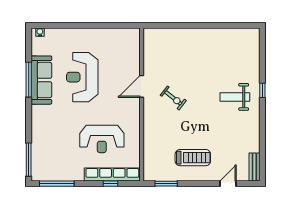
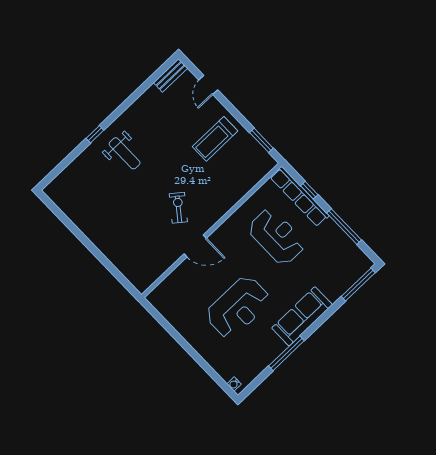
sofa: (41, 80) -> (302, 316), moved
treadmill: (193, 158) -> (215, 139), turned -90
window: (57, 184) -> (344, 227), moved
door: (228, 184) -> (208, 85), hinge flipped

